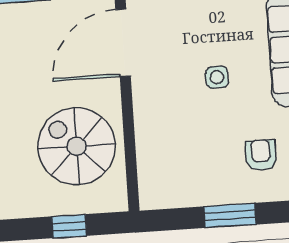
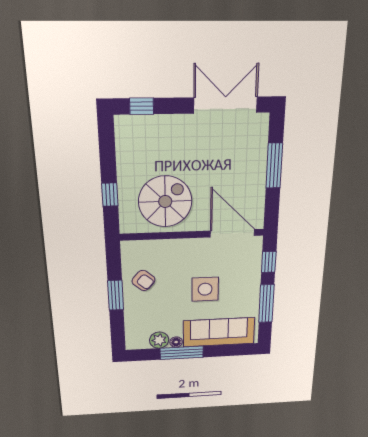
side table: (217, 77) -> (205, 289), width x1.87, depth x1.87
armchair: (261, 155) -> (143, 280), moved, turned 41

